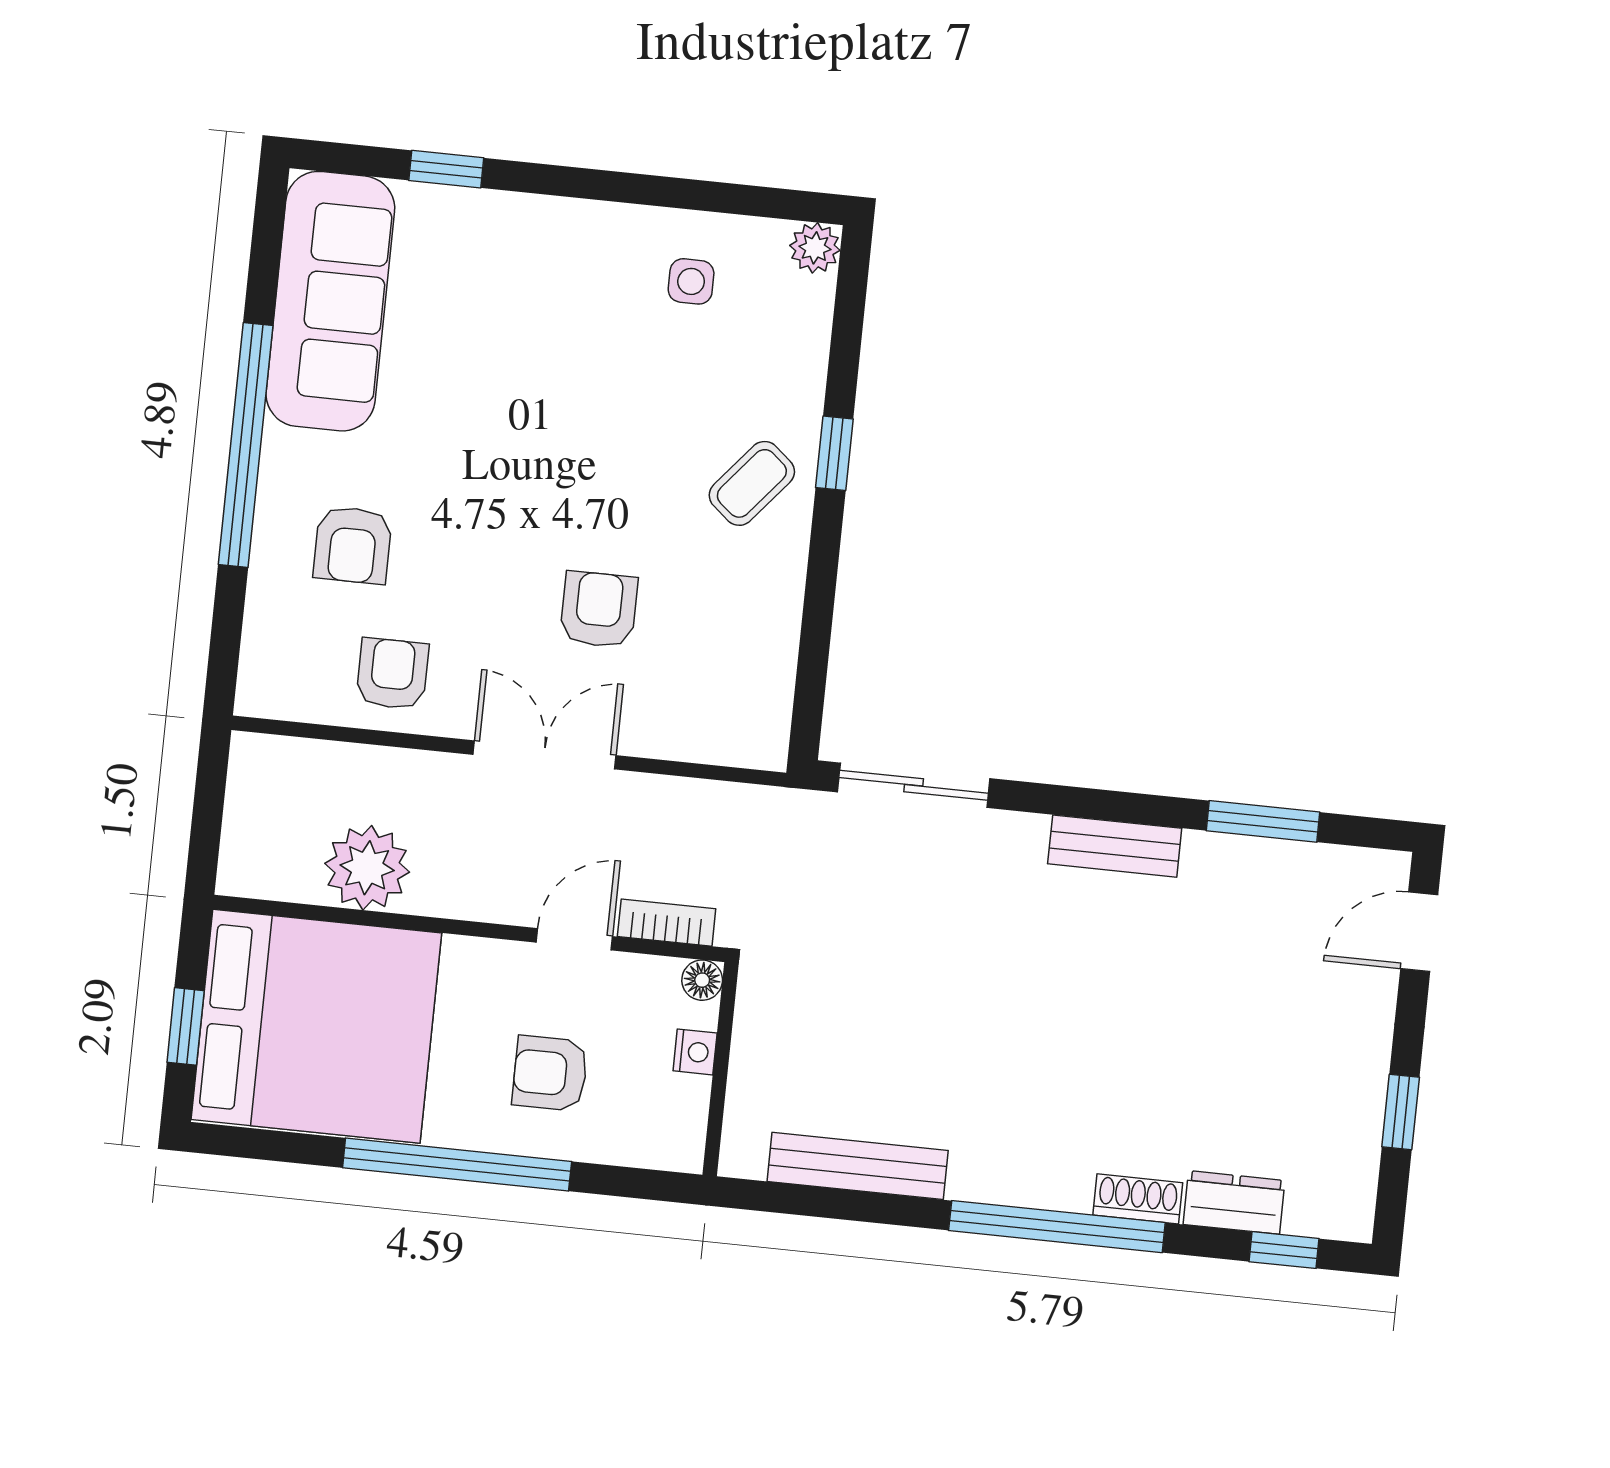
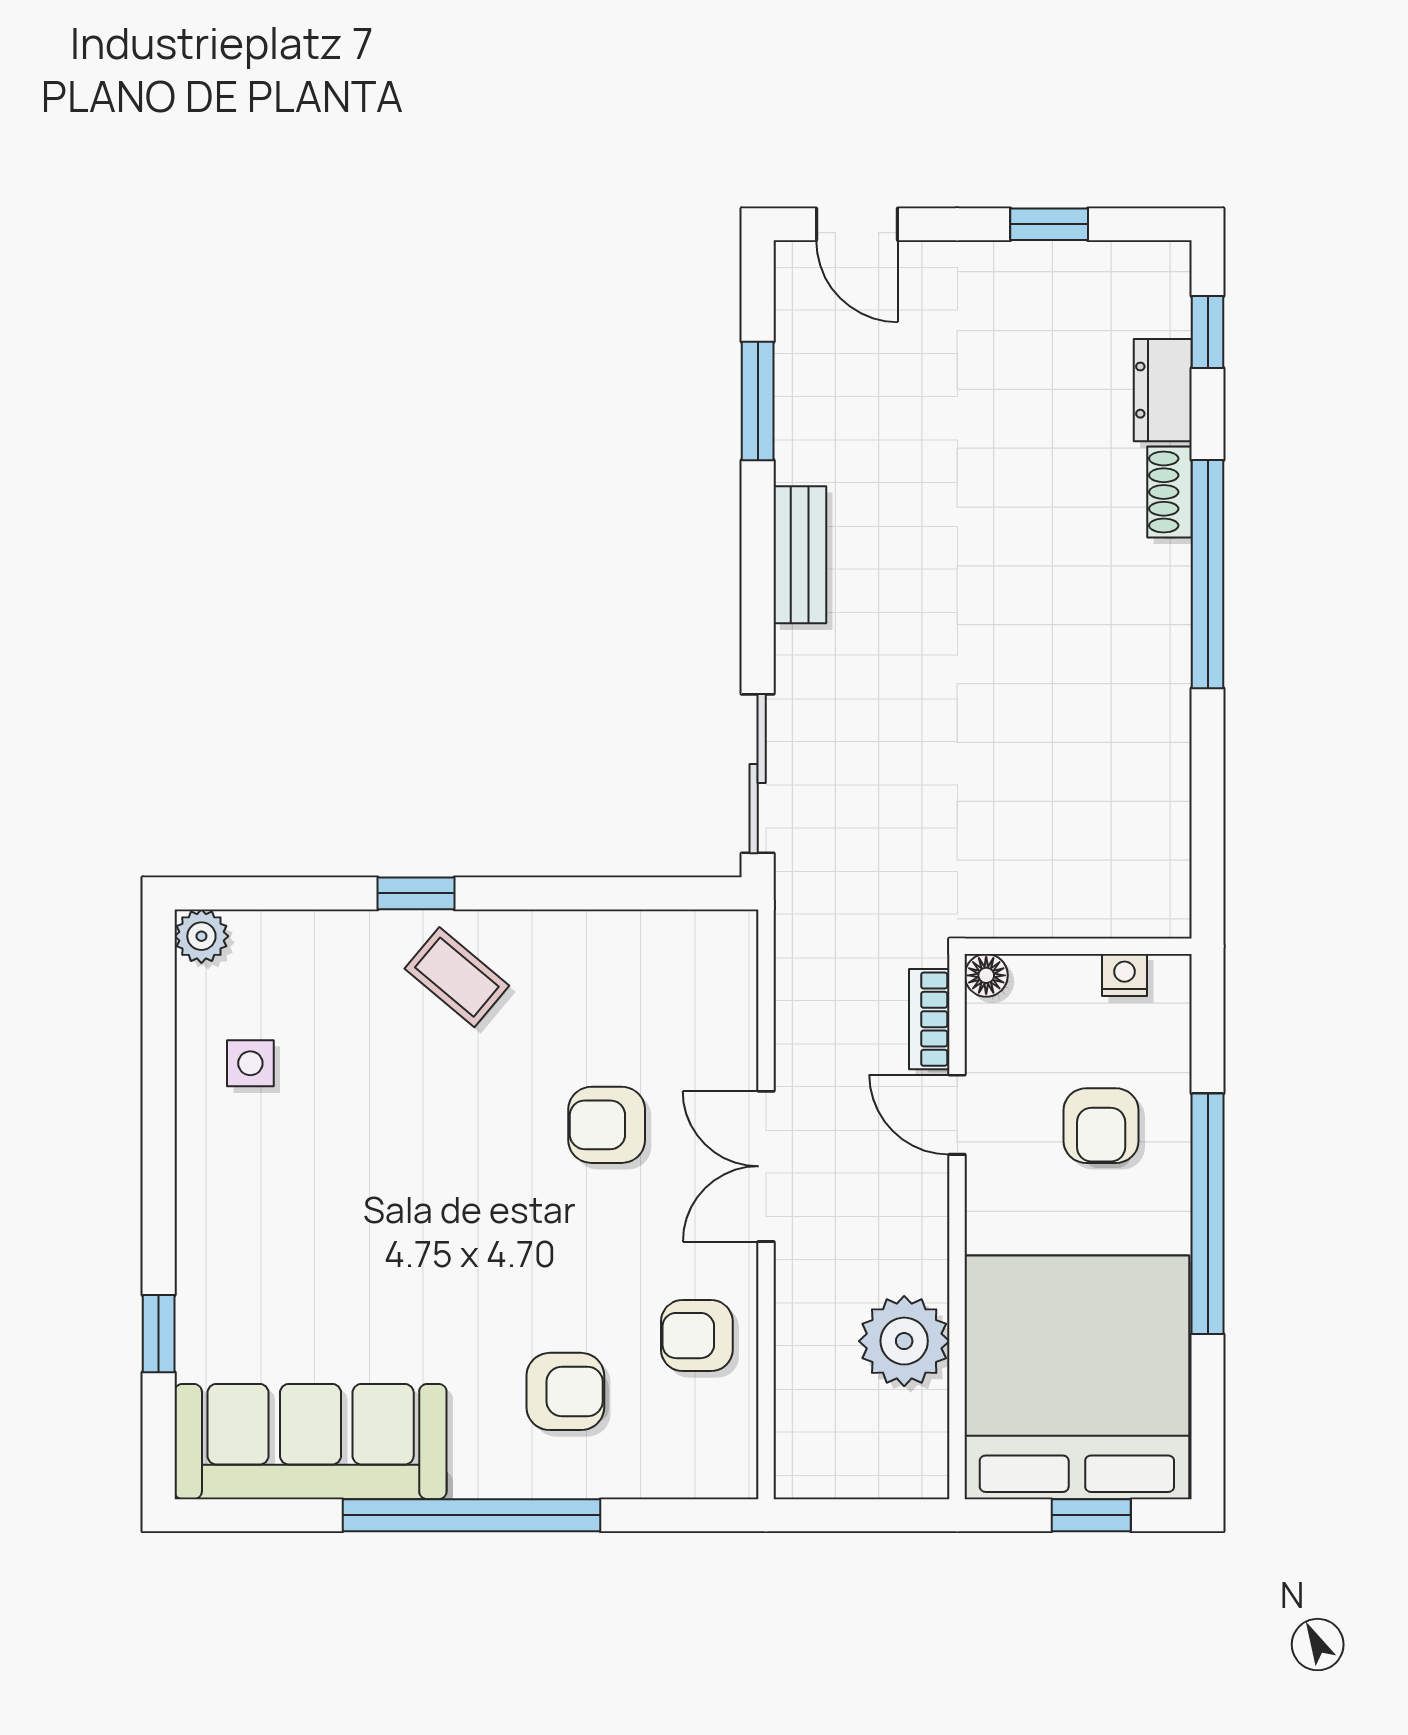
nightstand: (695, 1052) -> (1124, 975), moved
bench: (858, 1166) -> (1165, 791), removed

